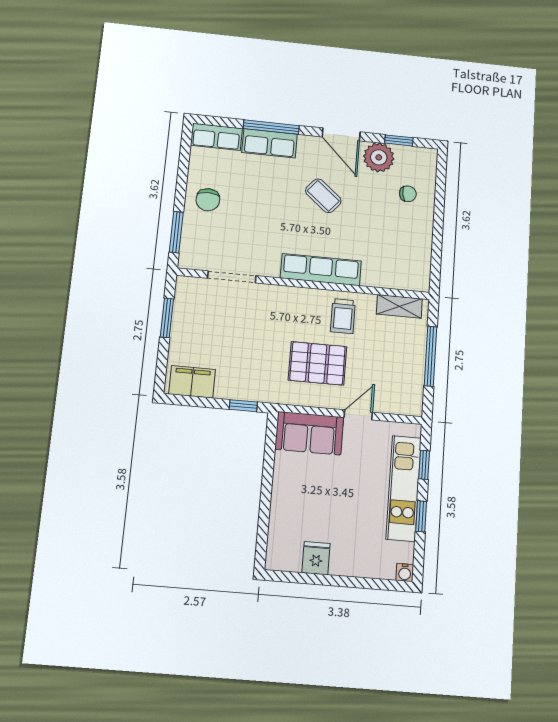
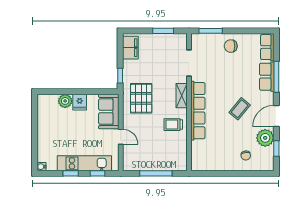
row of seats: (321, 270) -> (198, 111), width x1.36
shelving: (399, 306) -> (182, 96), moved
pallet: (318, 363) -> (141, 98), moved
plant: (282, 515) -> (65, 101), added
fridge: (316, 558) -> (80, 102), moved, turned 90

